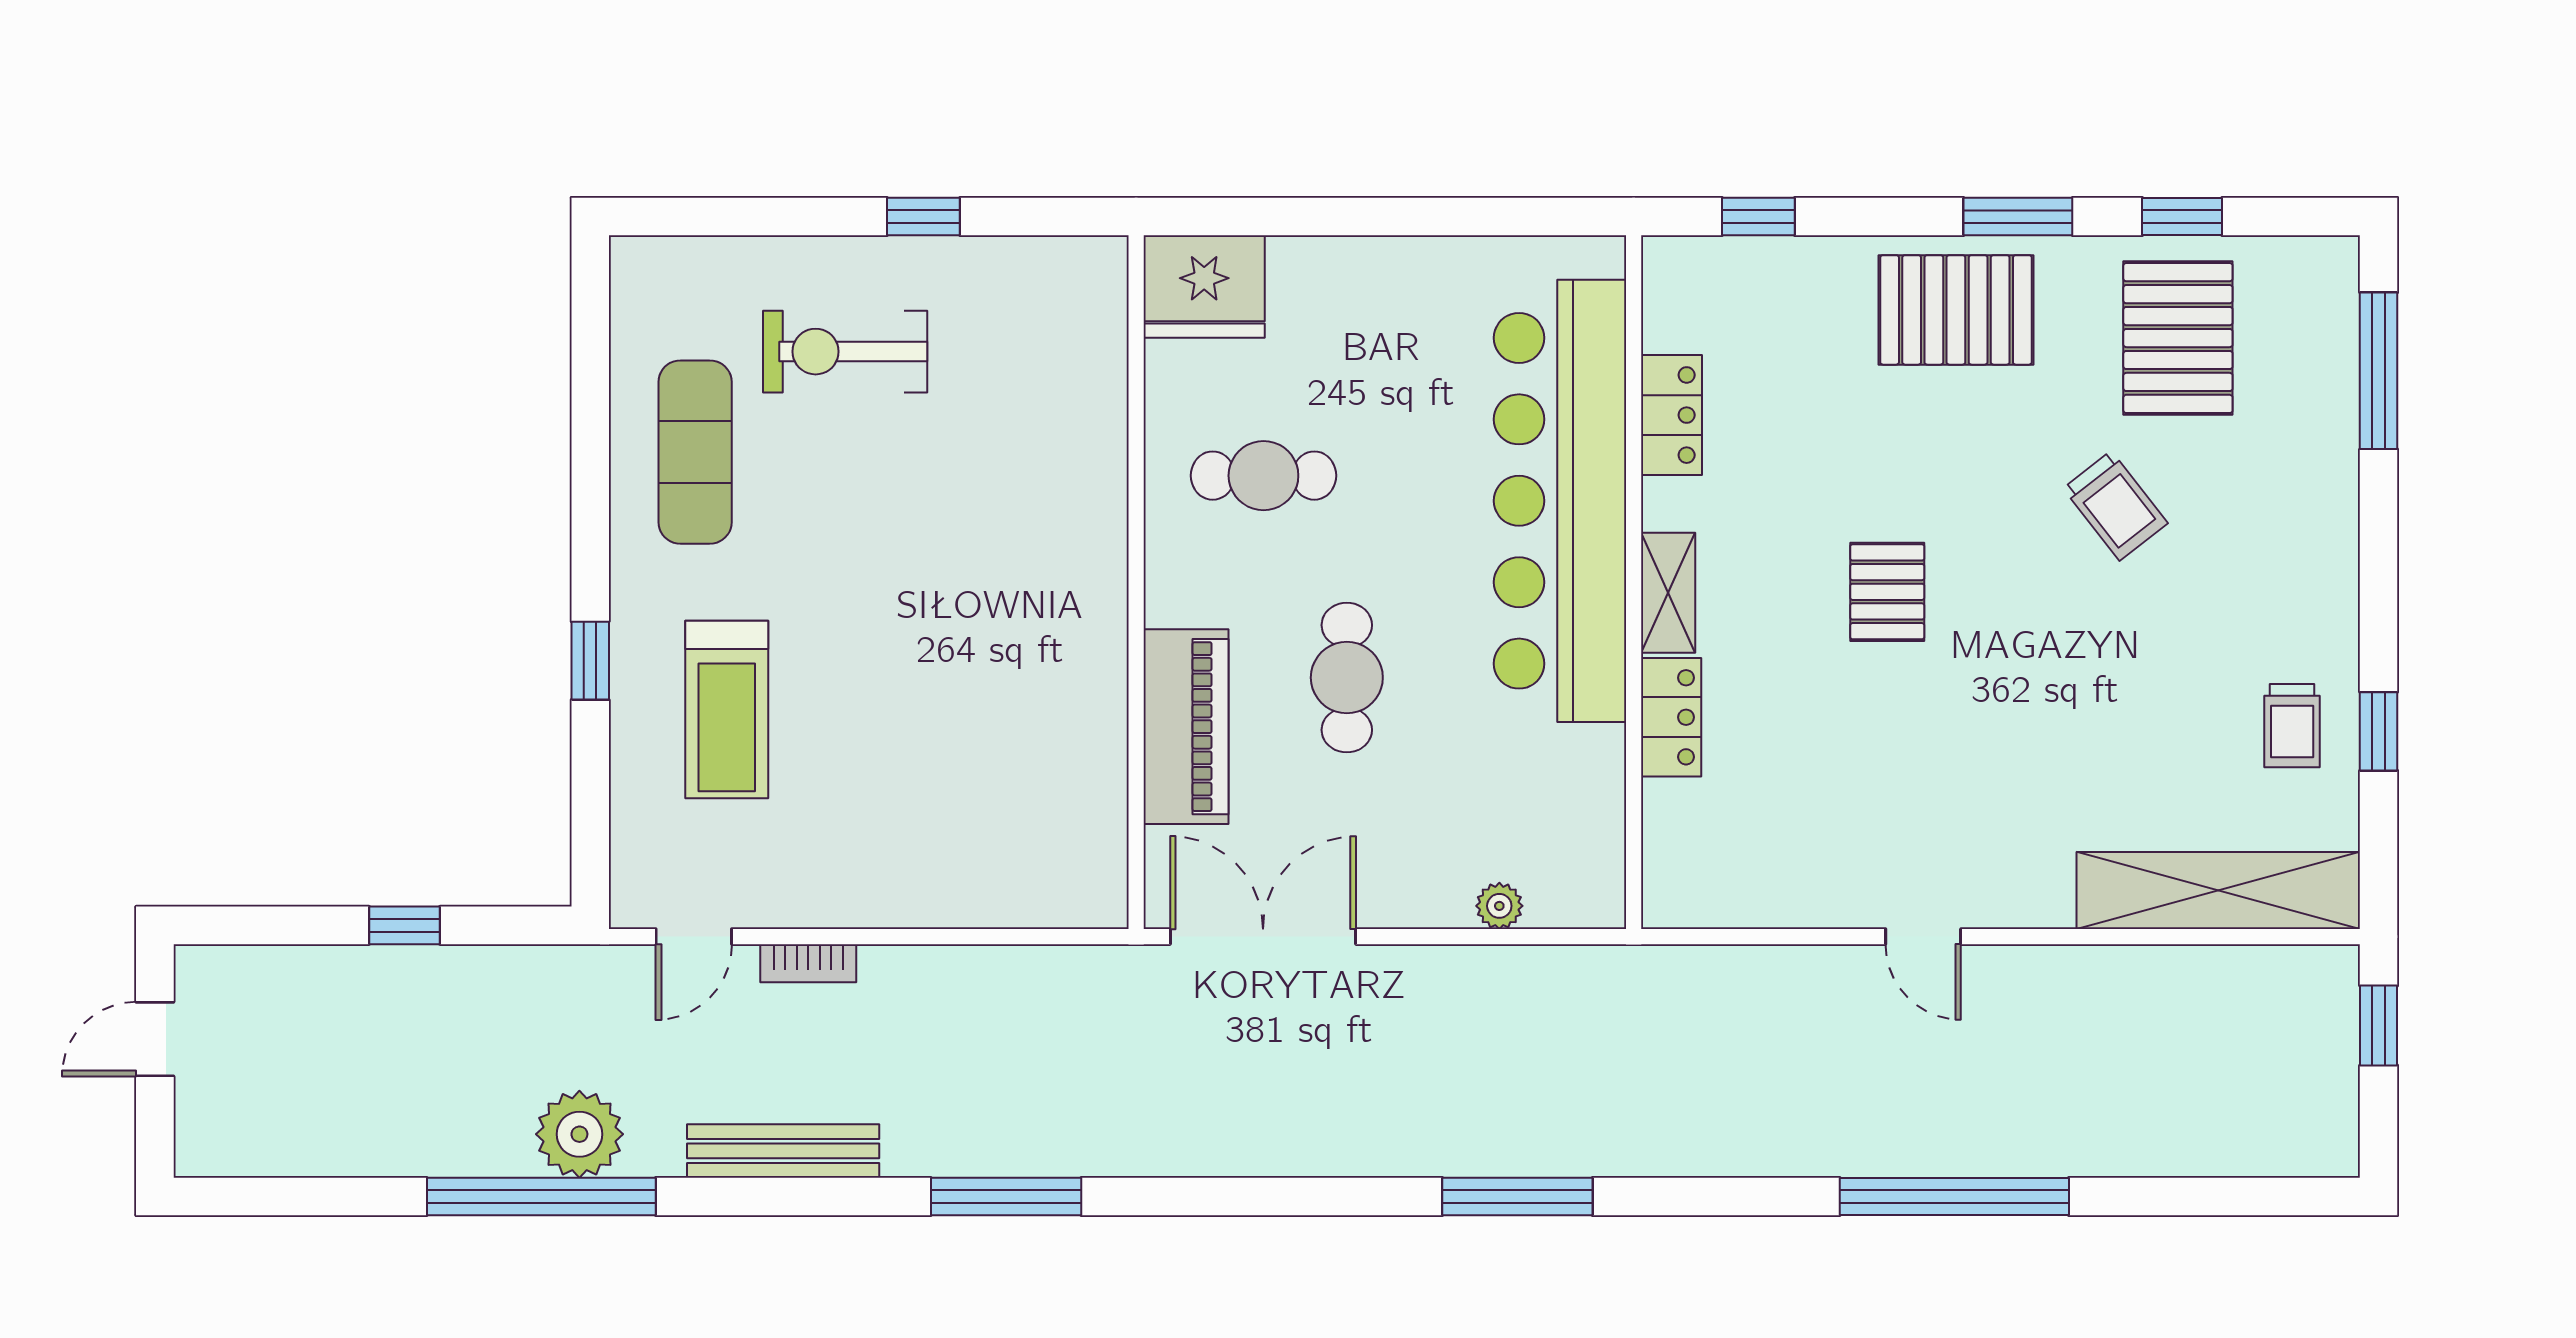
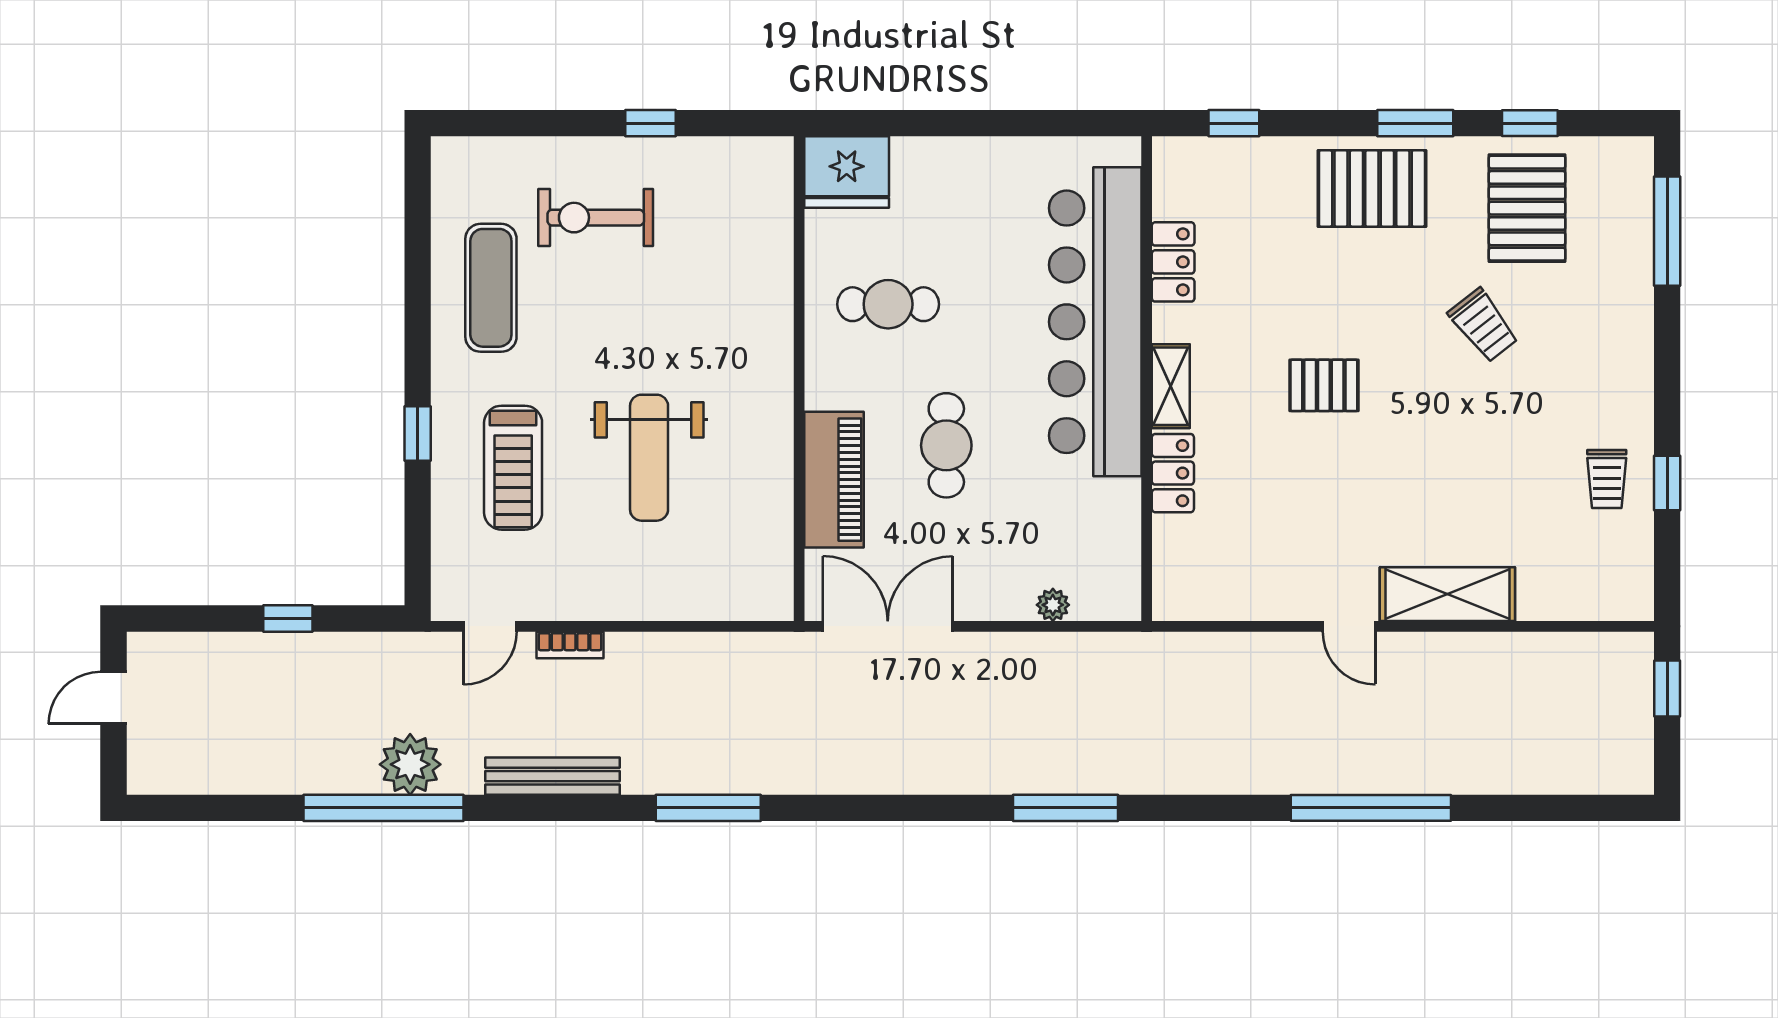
pallet: (1887, 592) -> (1324, 385), turned 90
weight bench: (921, 695) -> (649, 458), added
shelving: (2218, 890) -> (1447, 594), moved, width x0.68

